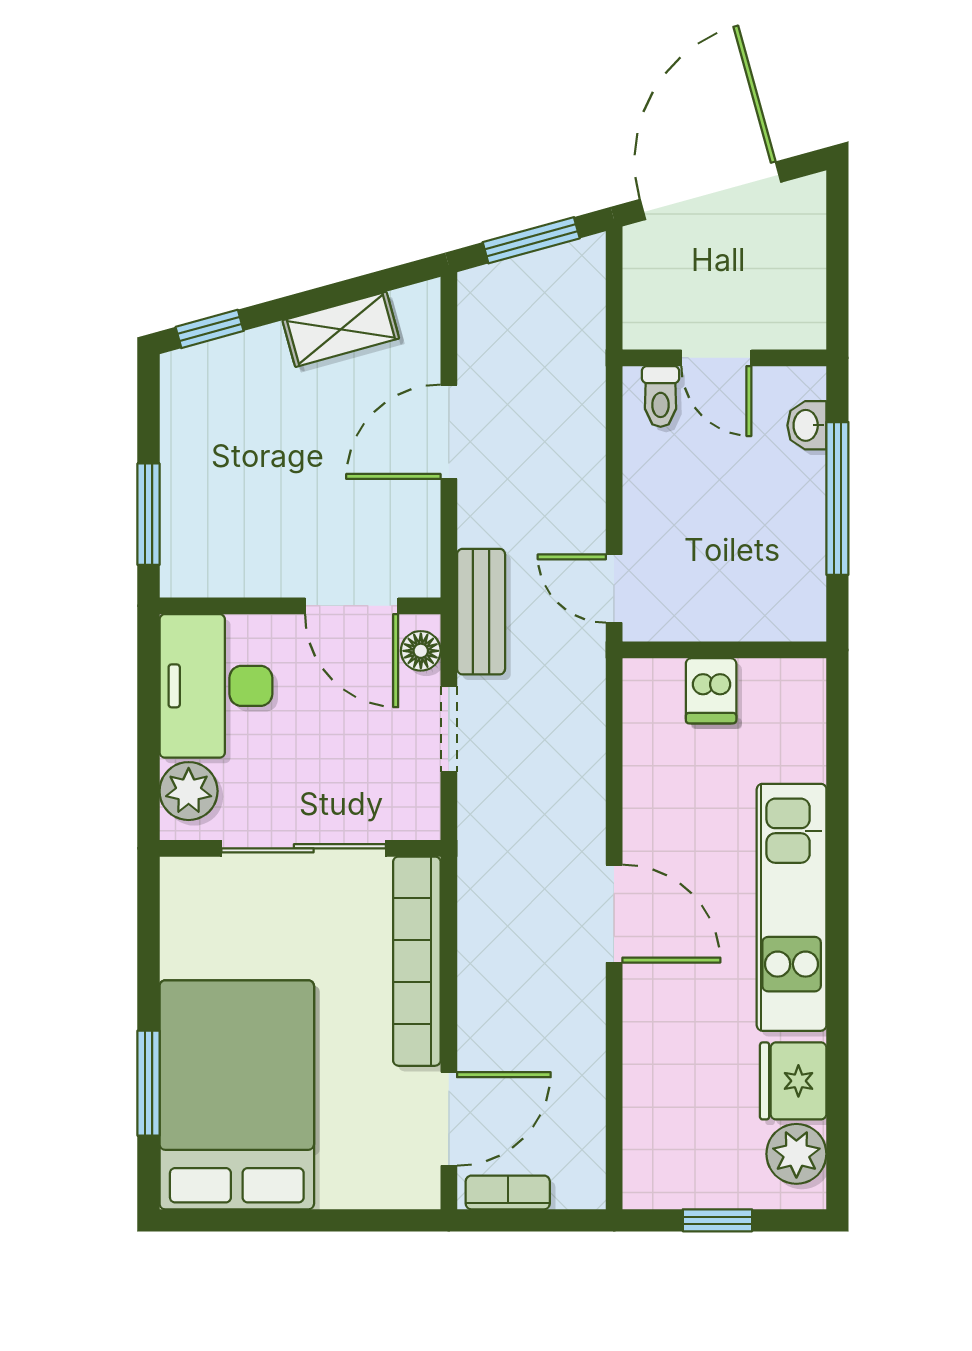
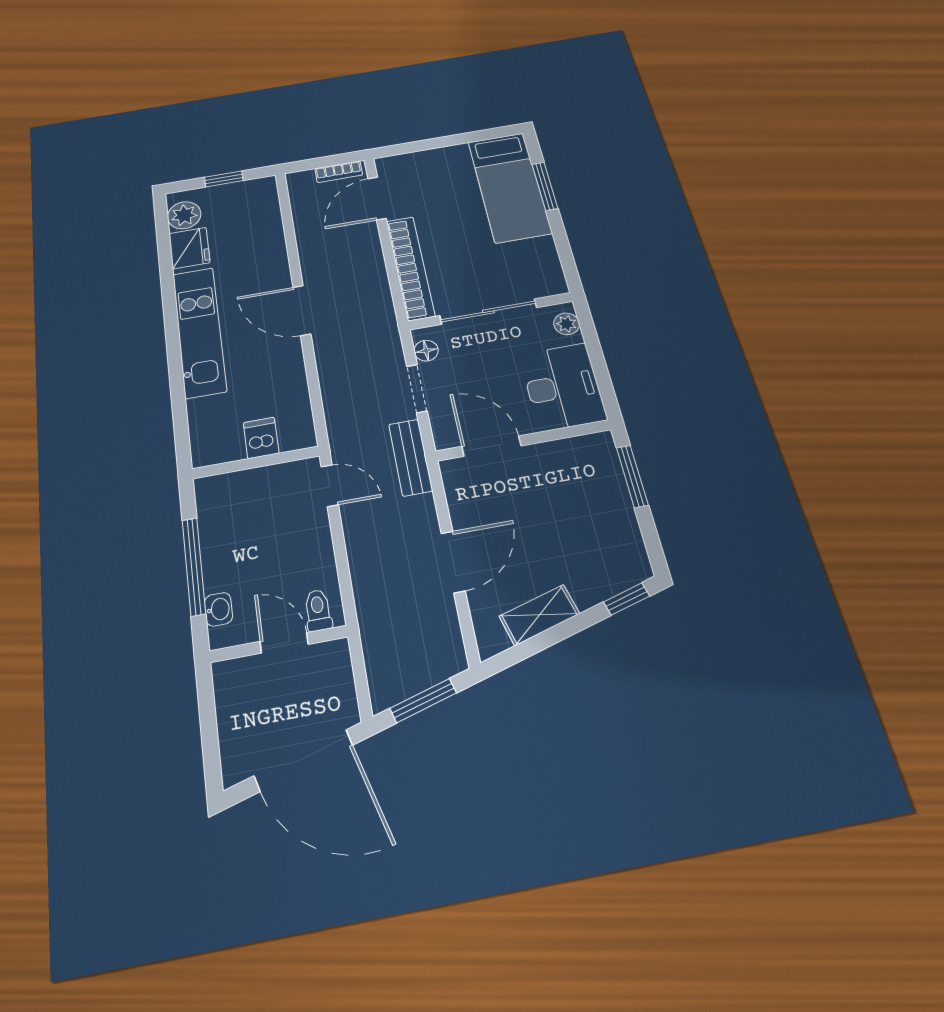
door: (710, 191) -> (304, 760), hinge flipped
floor lamp: (421, 651) -> (426, 351), moved
plant: (189, 791) -> (567, 324), width x0.73, depth x0.73
bed: (237, 1095) -> (509, 187), width x0.67

